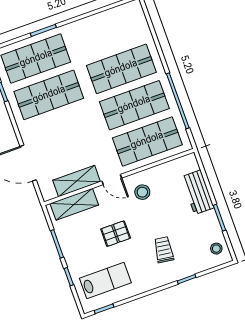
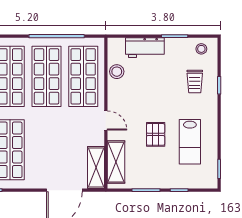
door: (112, 180) -> (106, 120), hinge flipped
shelving: (77, 181) -> (96, 167), moved
stool: (142, 192) -> (117, 72), moved
trolley: (164, 250) -> (195, 81), moved, turned -98
lab bench: (105, 280) -> (190, 142), moved, turned 180

